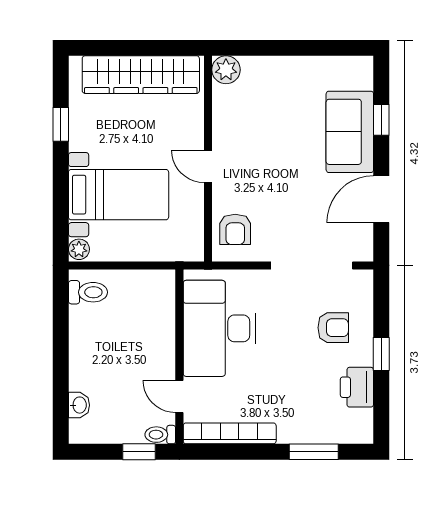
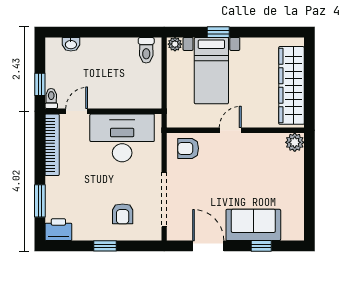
window: (61, 124) -> (218, 32), moved
printer: (357, 387) -> (58, 230), moved

